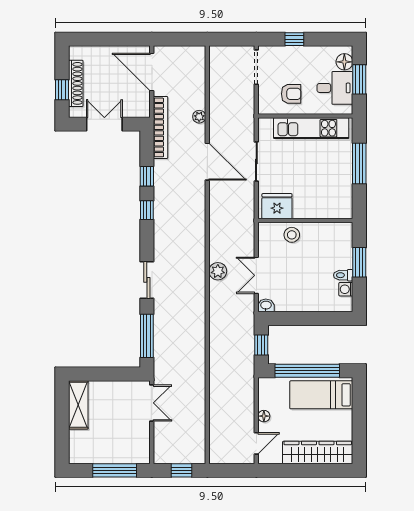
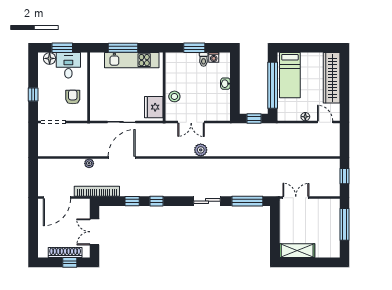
kitchen unit: (311, 128) -> (132, 60), moved, turned 90
double door: (256, 275) -> (191, 122), moved
washbasin: (266, 305) -> (225, 84), moved

